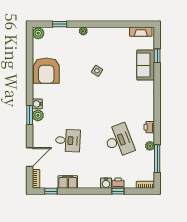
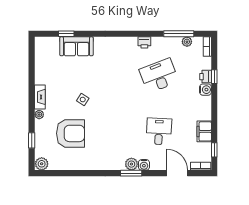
fireplace: (141, 32) -> (40, 97), moved
armchair: (46, 71) -> (71, 133), moved
water cooler: (37, 104) -> (144, 165), moved
plant: (150, 146) -> (187, 42), moved

